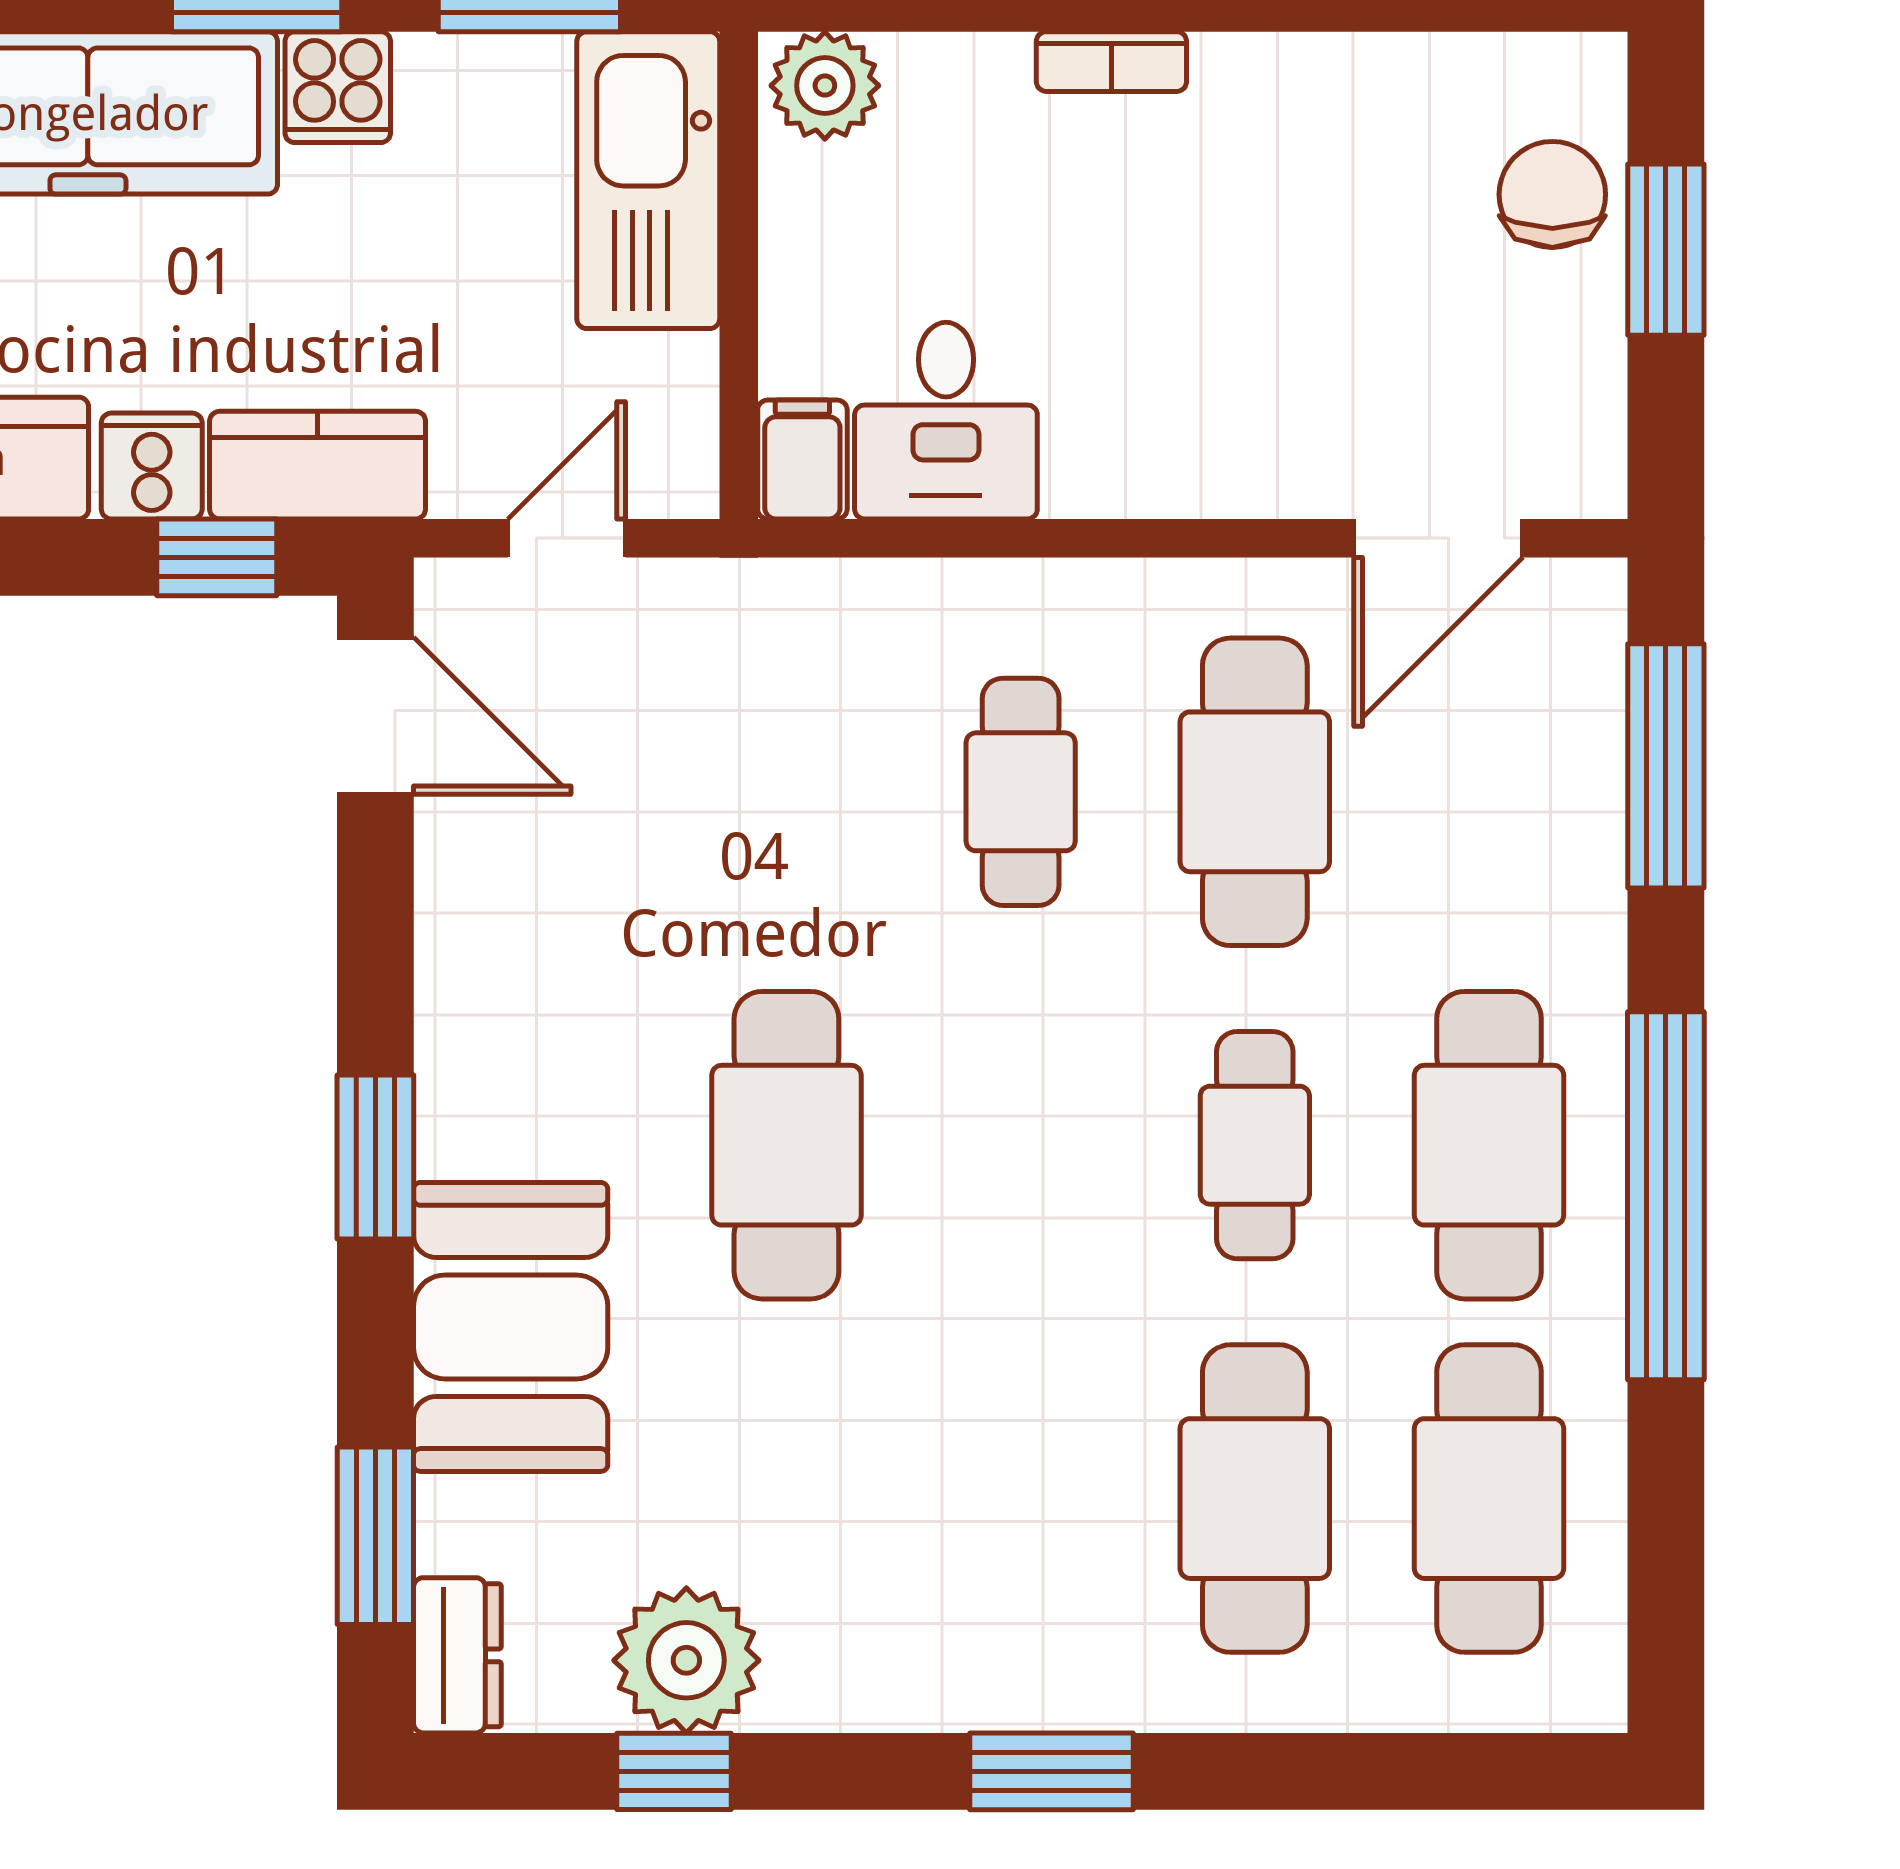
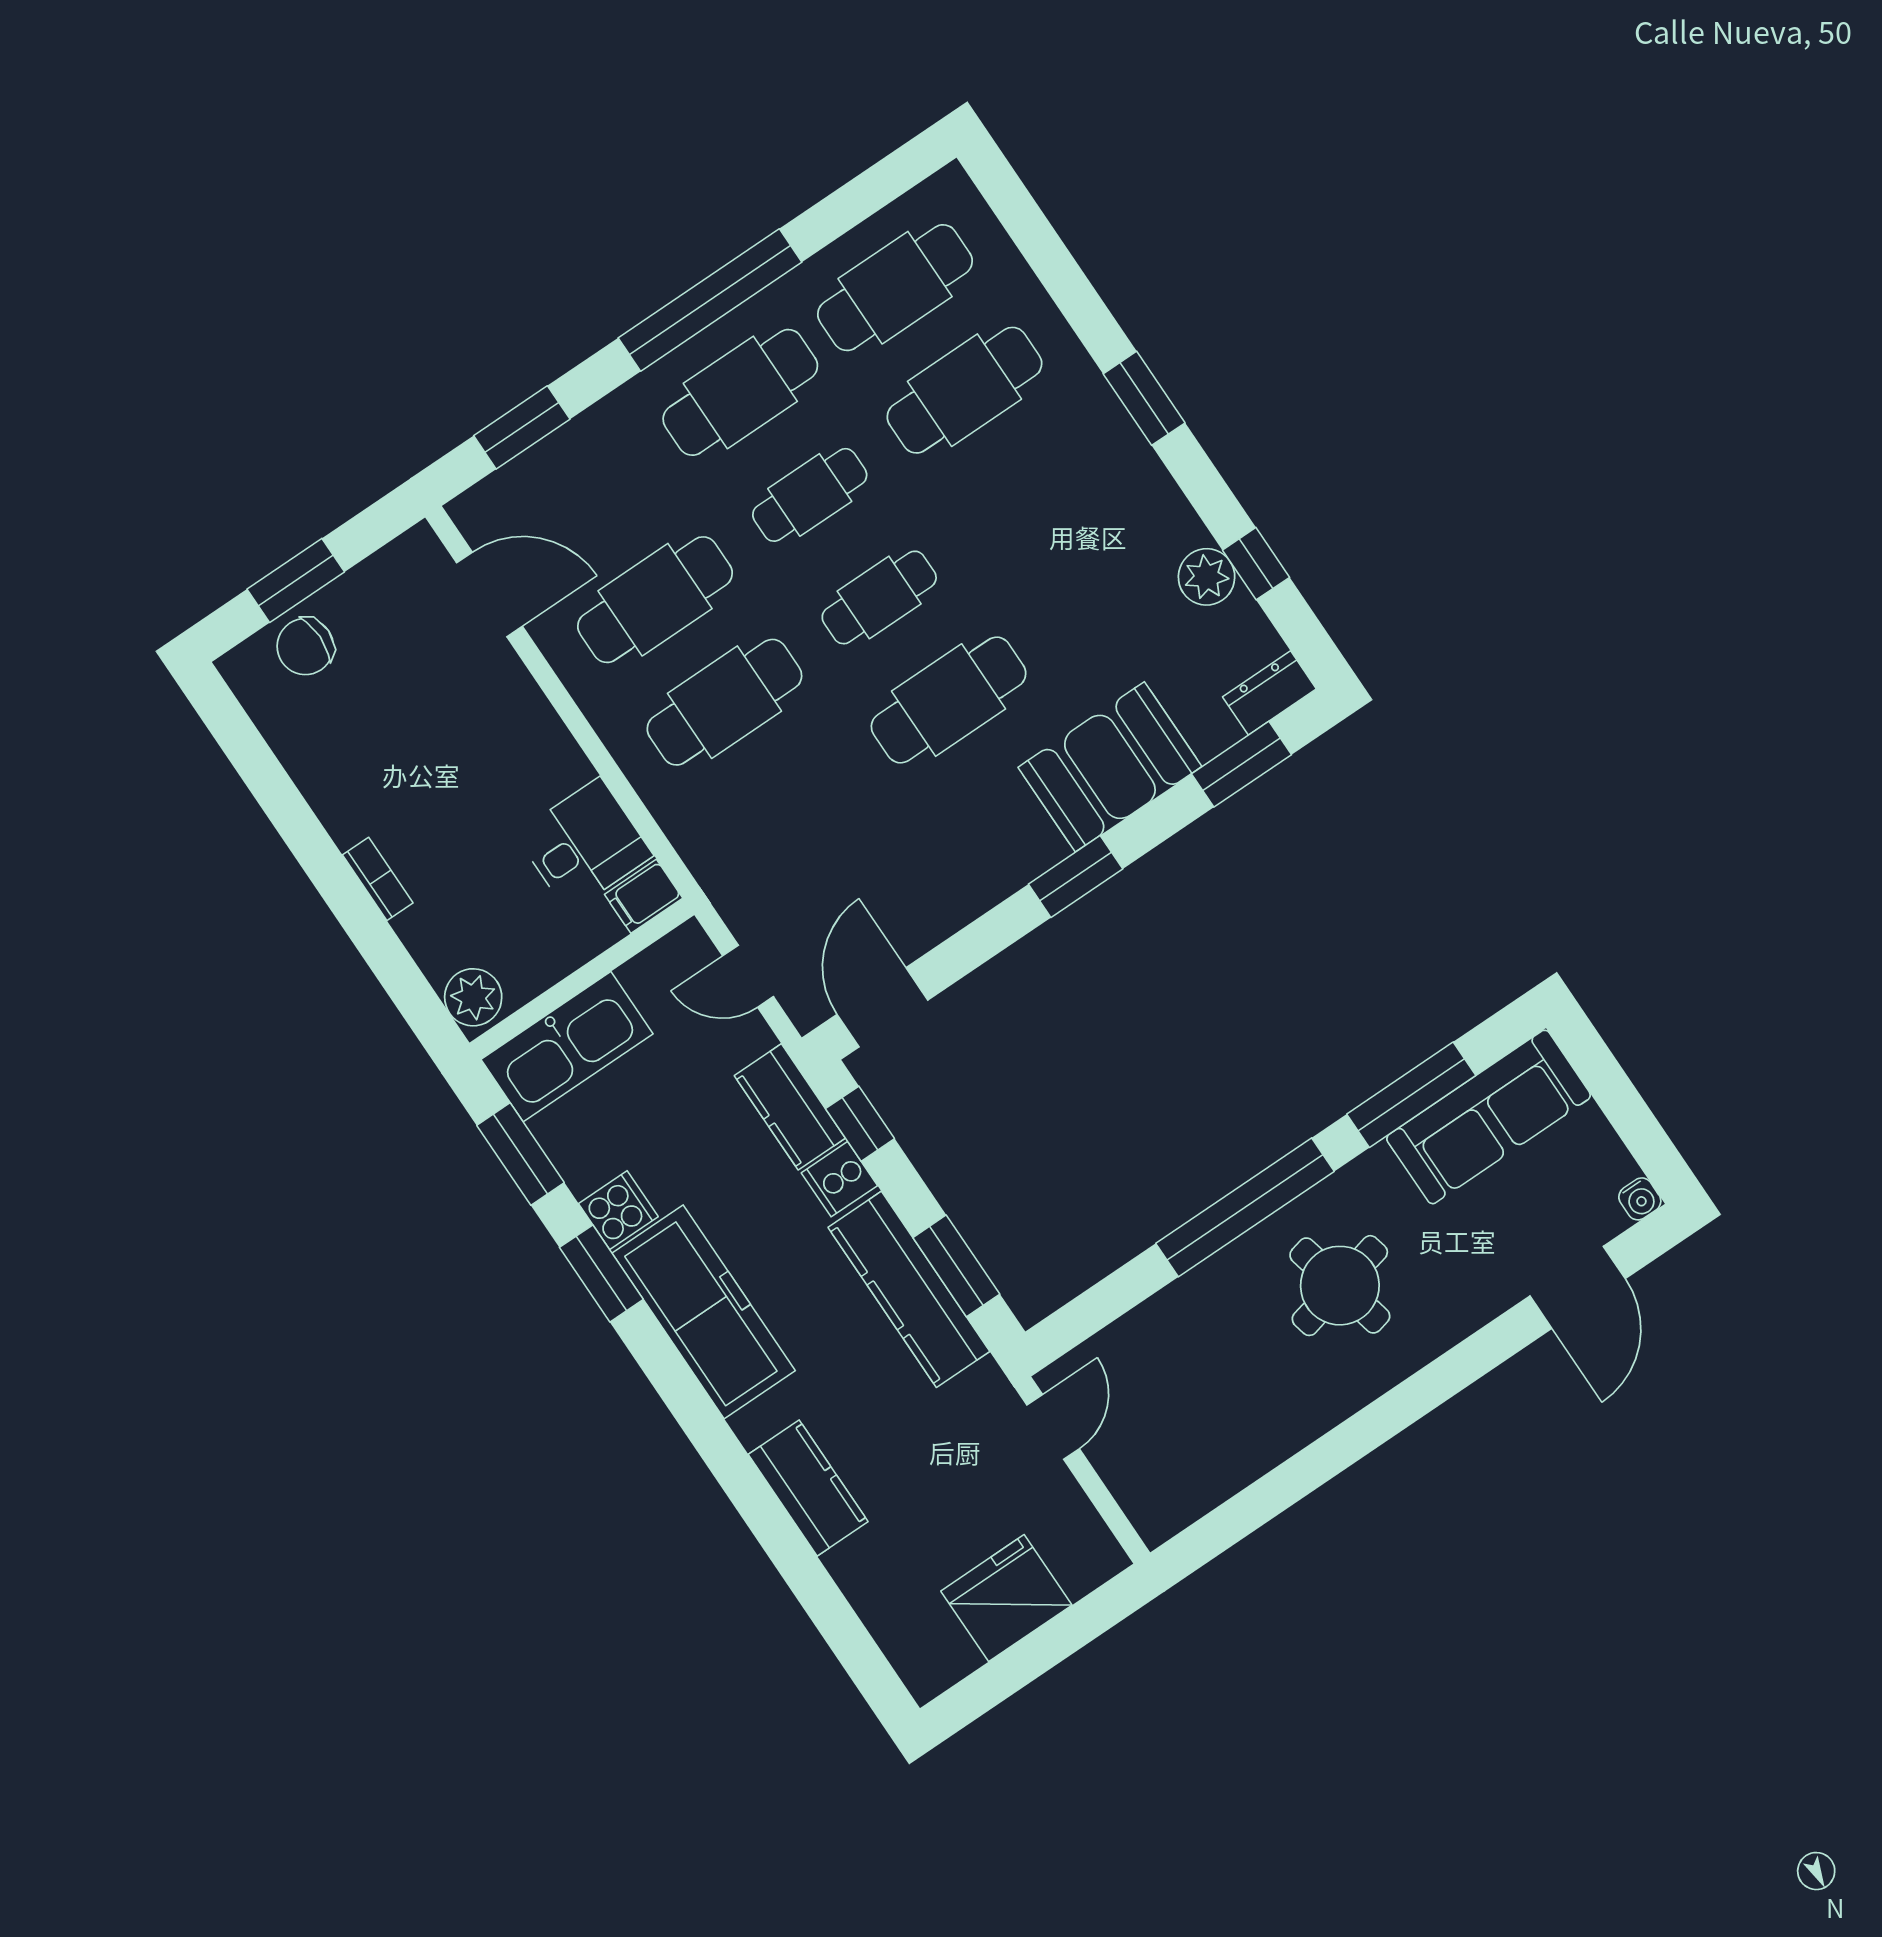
window: (1666, 766) -> (522, 427), width x0.69
cafe table: (1021, 792) -> (724, 702), width x1.37, depth x1.35
cafe table: (1021, 1145) -> (879, 597), added
plant: (686, 1660) -> (1207, 577), width x0.73, depth x0.73

